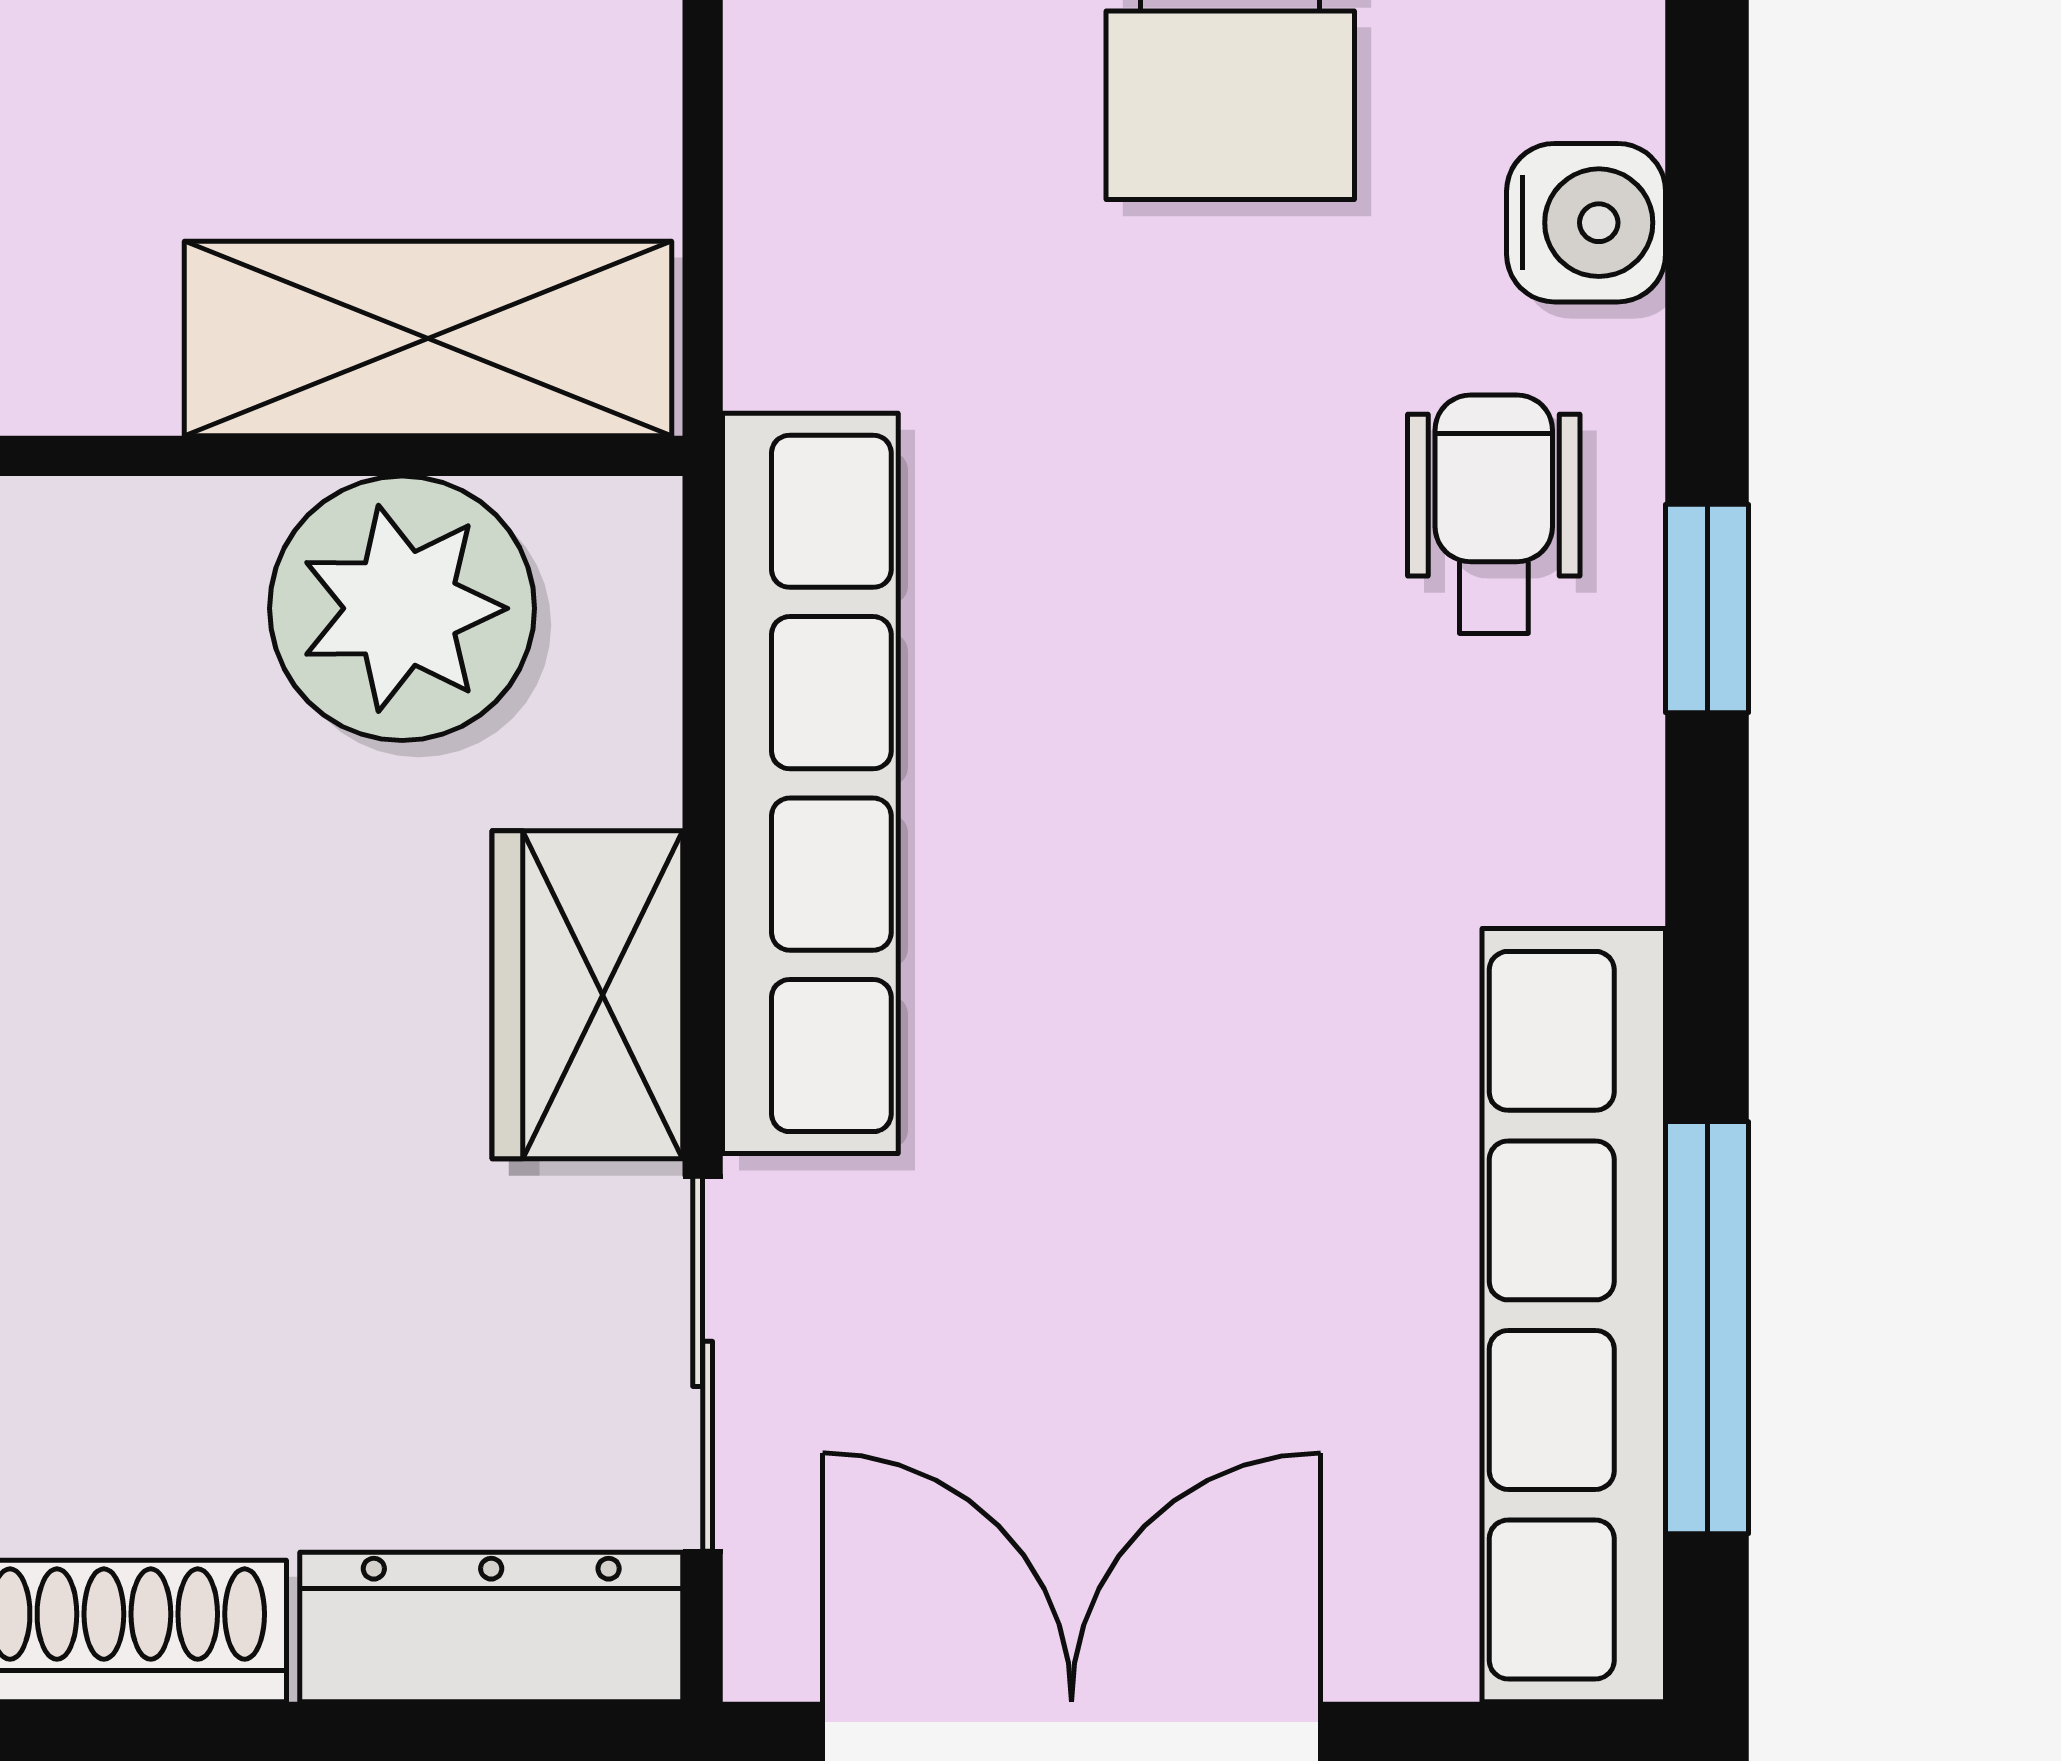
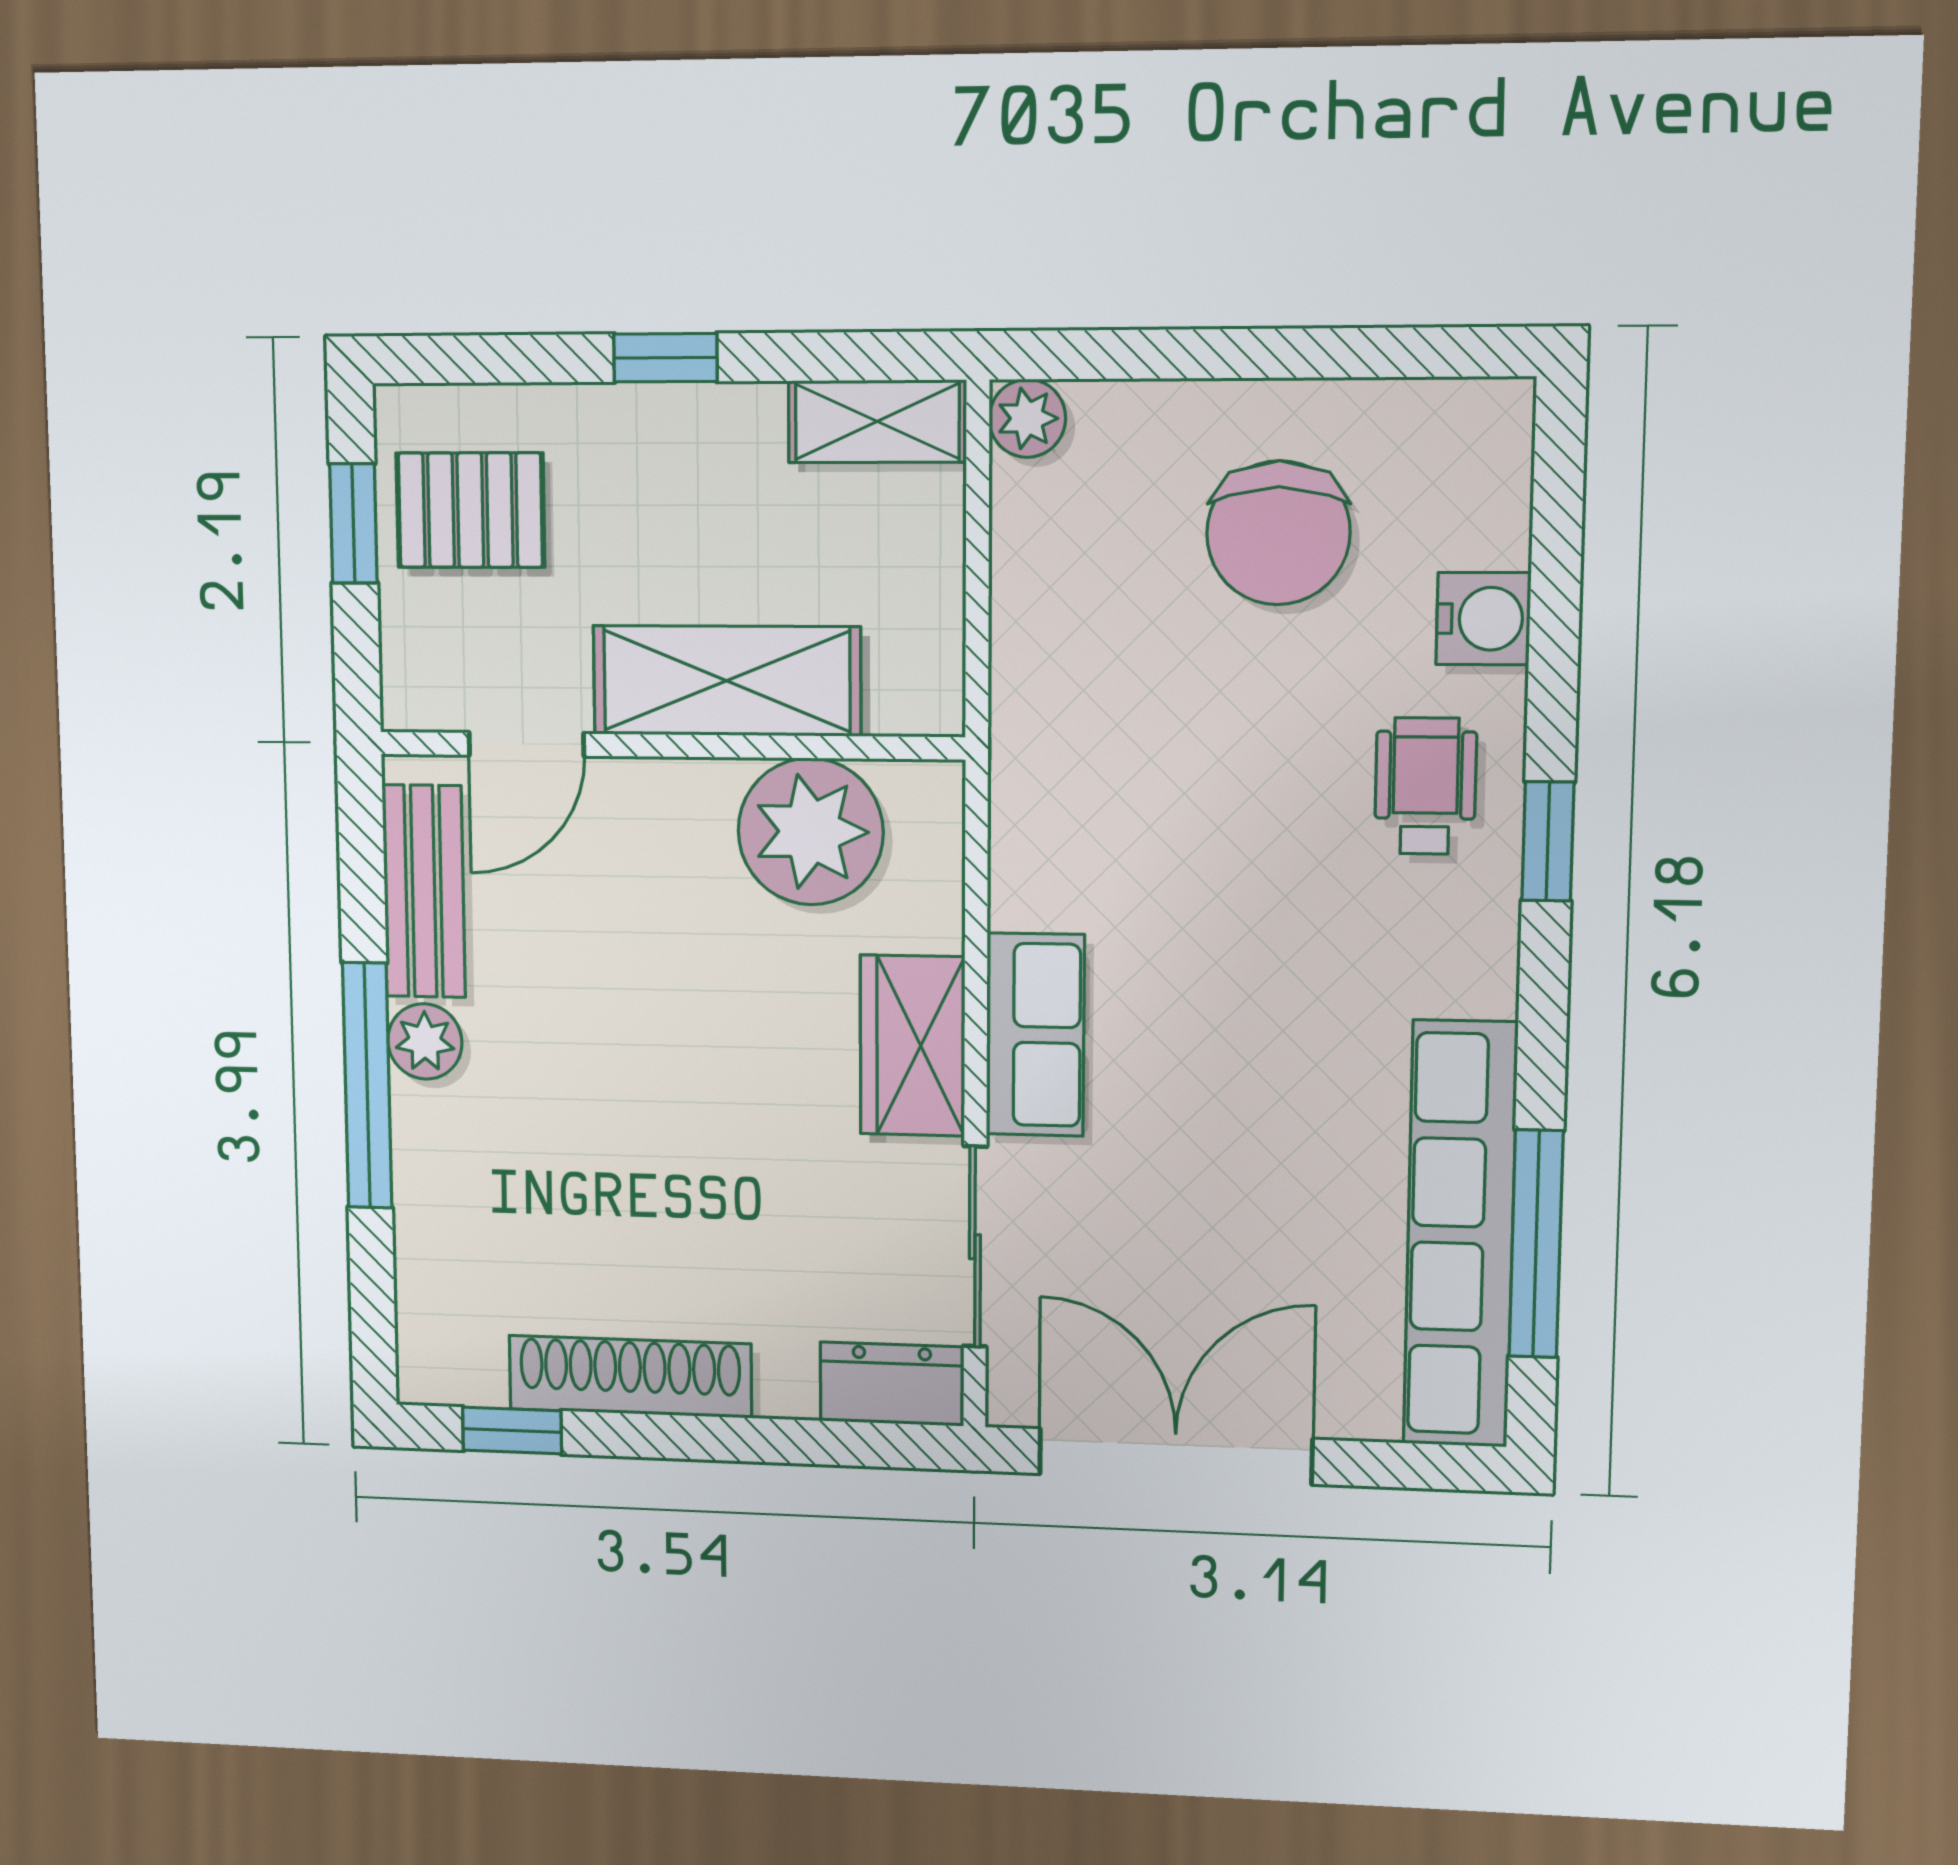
shelving: (428, 339) -> (727, 681), moved
row of seats: (810, 783) -> (1035, 1035), width x0.50
dresser: (491, 1627) -> (892, 1384), width x0.70

